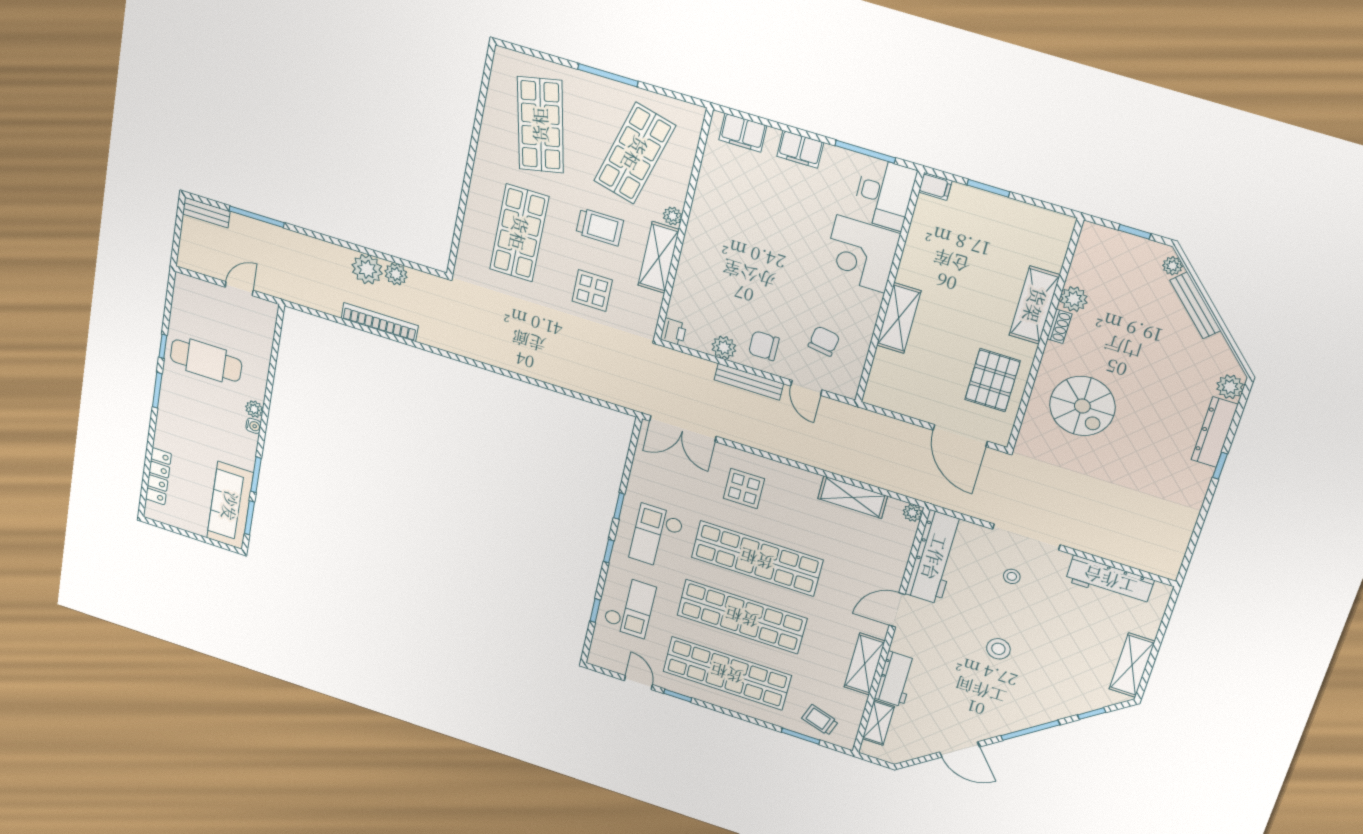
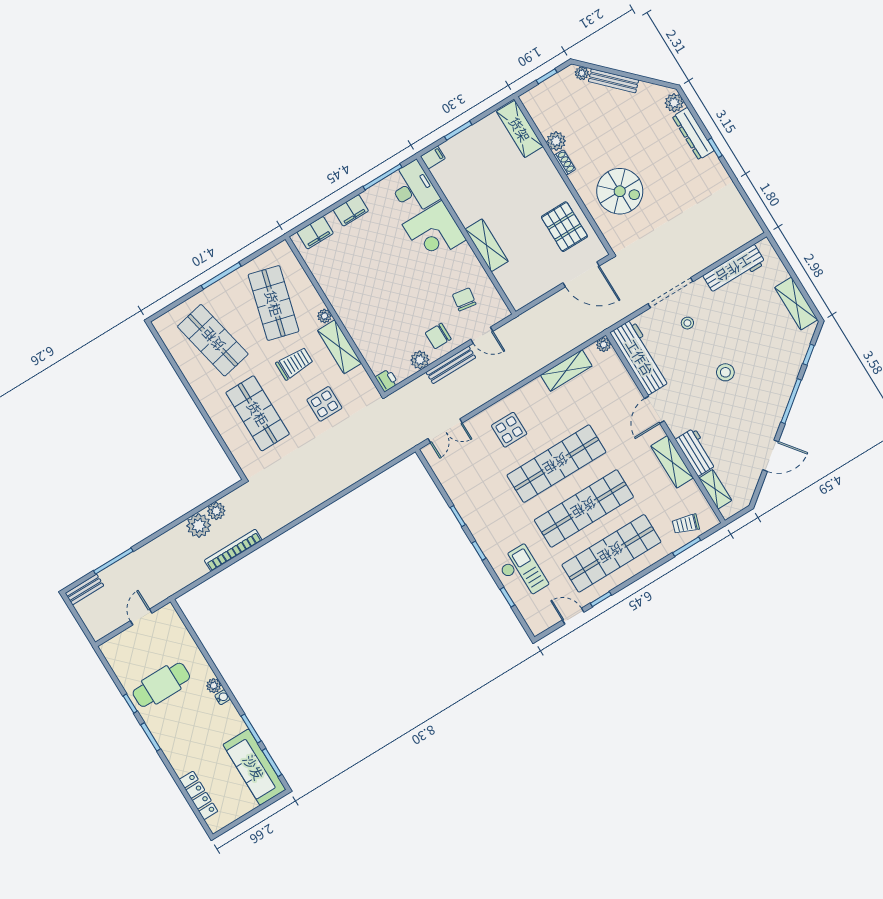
shelving: (1035, 305) -> (520, 129), moved
double door: (683, 429) -> (445, 431), width x0.73
checkout: (656, 537) -> (494, 512), removed

